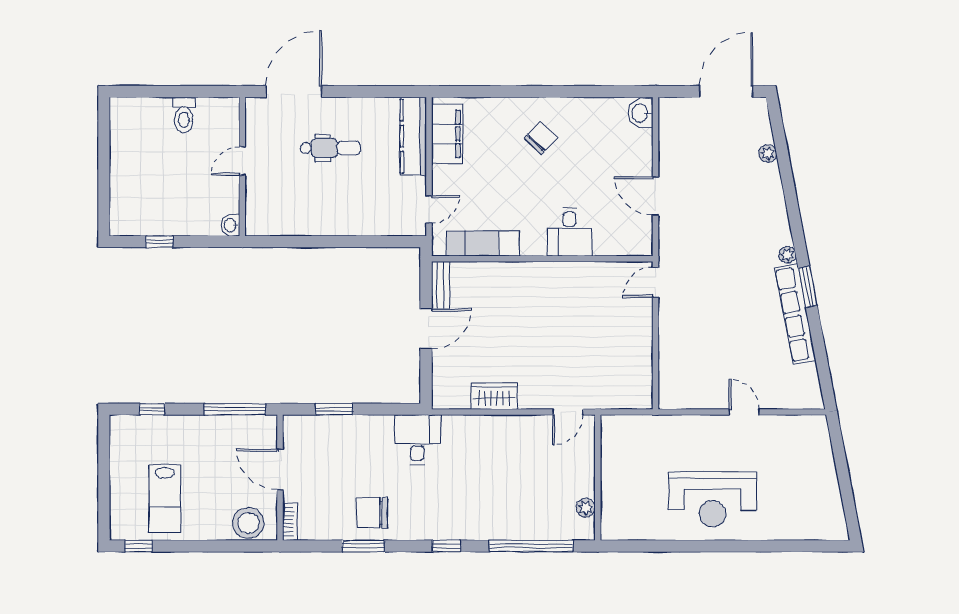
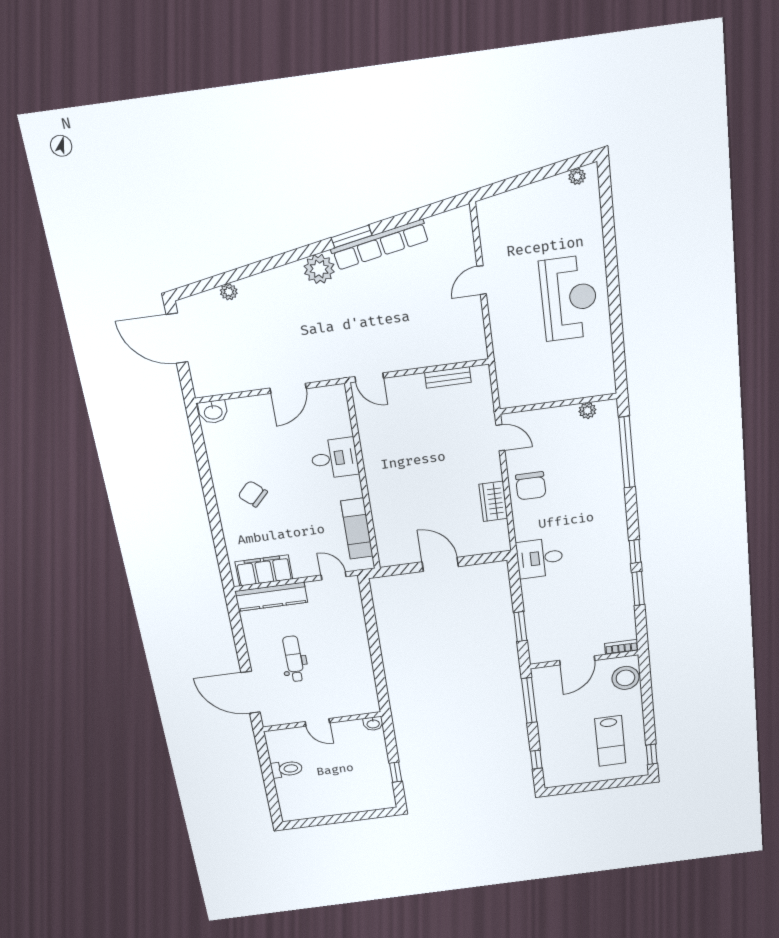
plant: (787, 255) -> (319, 269), width x1.88, depth x1.88
bench: (441, 285) -> (448, 377), moved
lab bench: (165, 499) -> (610, 741), turned 90
chair: (372, 513) -> (531, 486), moved
plant: (837, 519) -> (577, 176), added
window: (447, 546) -> (635, 551), moved

